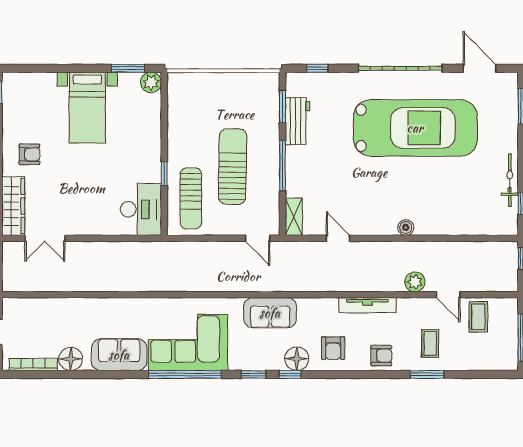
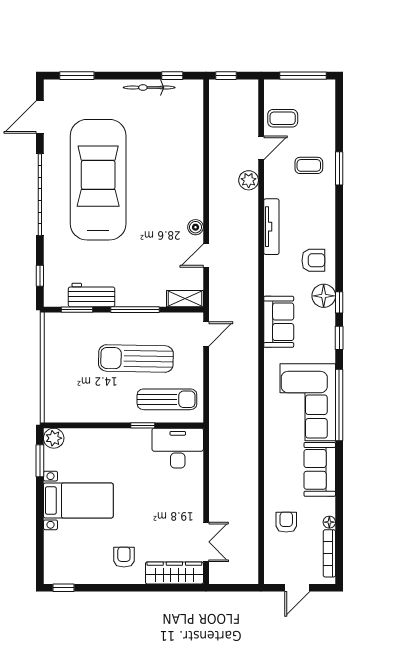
boiler: (406, 228) -> (196, 227), moved
armchair: (381, 356) -> (286, 522), moved
floor lamp: (71, 359) -> (329, 522), width x0.53, depth x0.53

